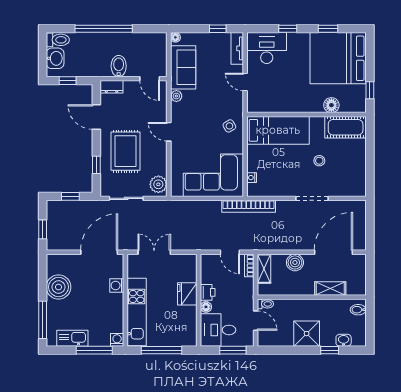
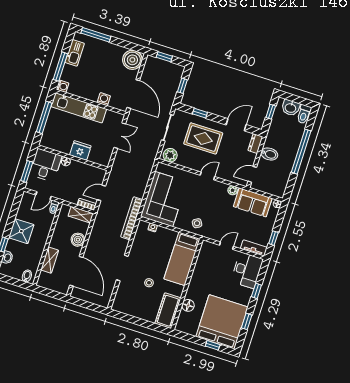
window: (370, 90) -> (213, 345), moved
boiler: (59, 287) -> (132, 60), moved
printer: (208, 292) -> (76, 166), removed

